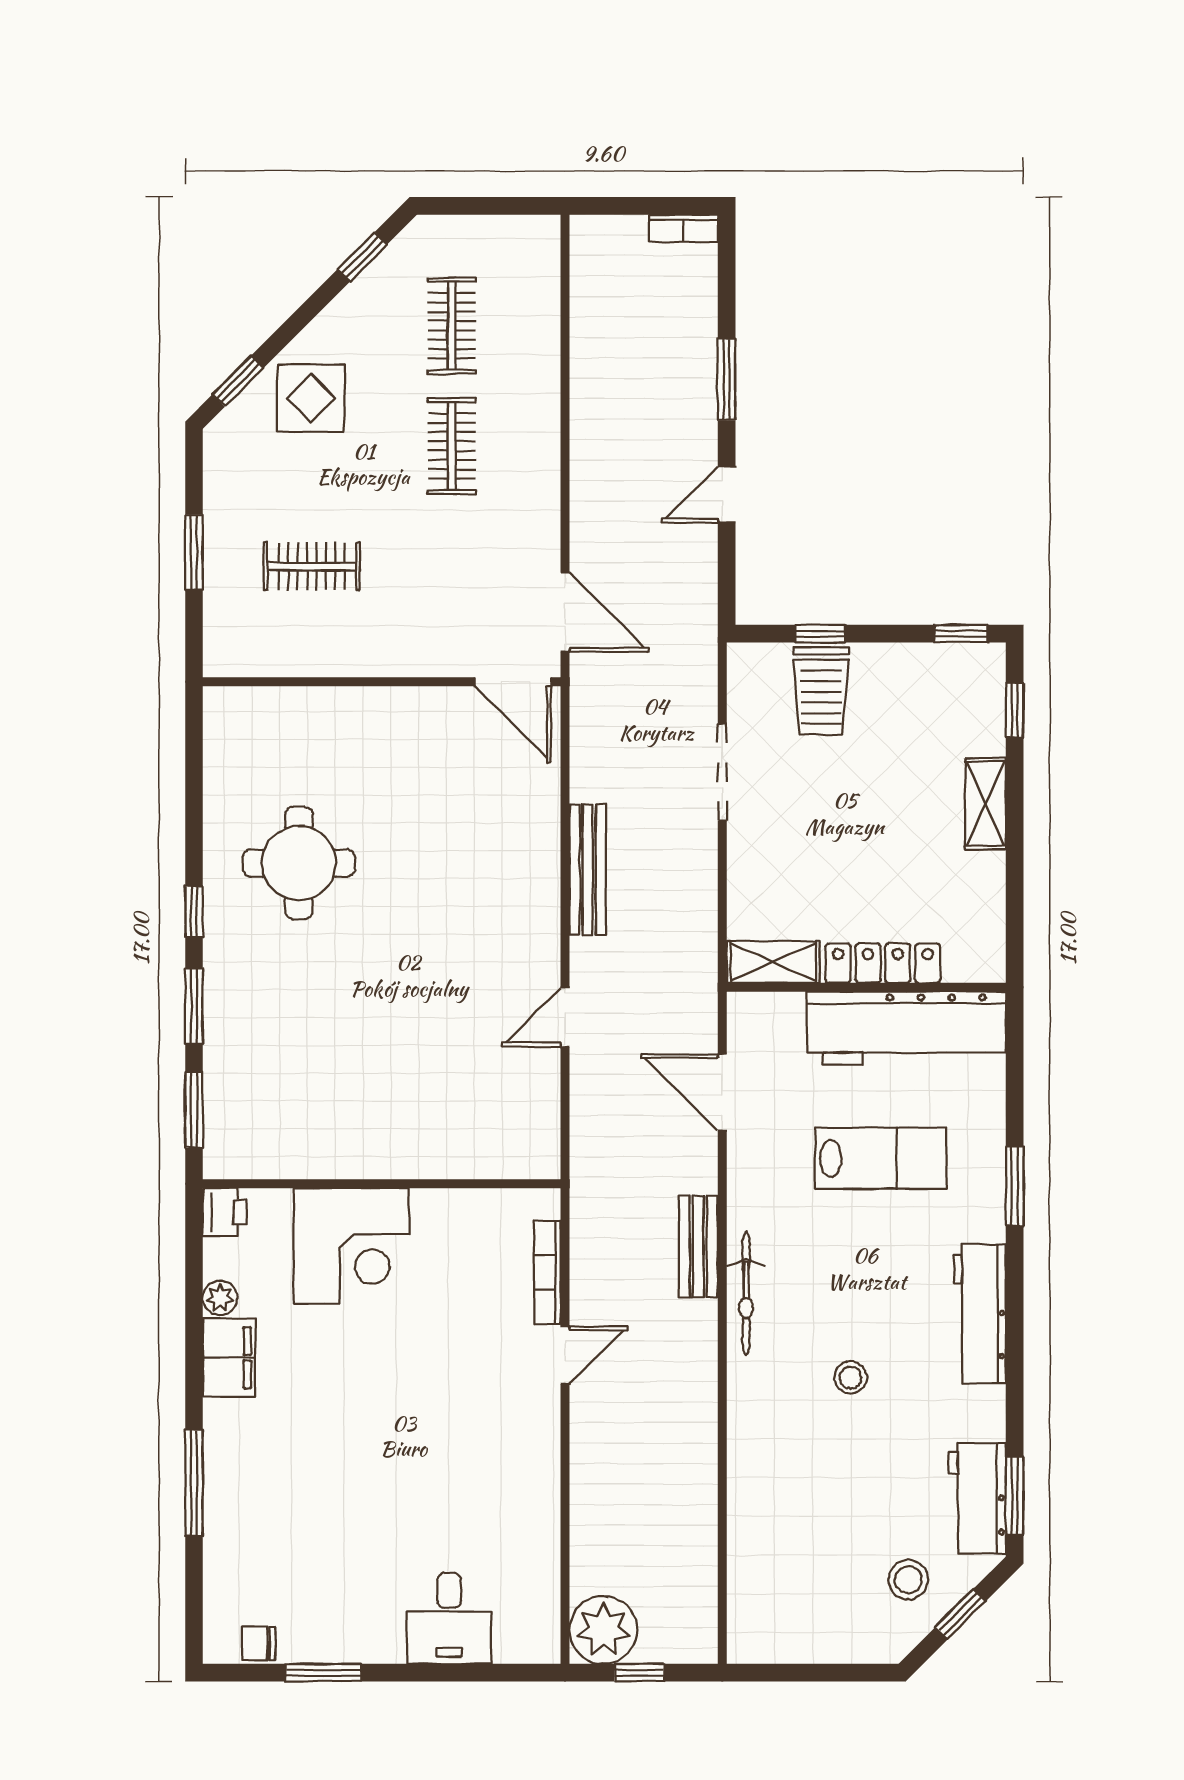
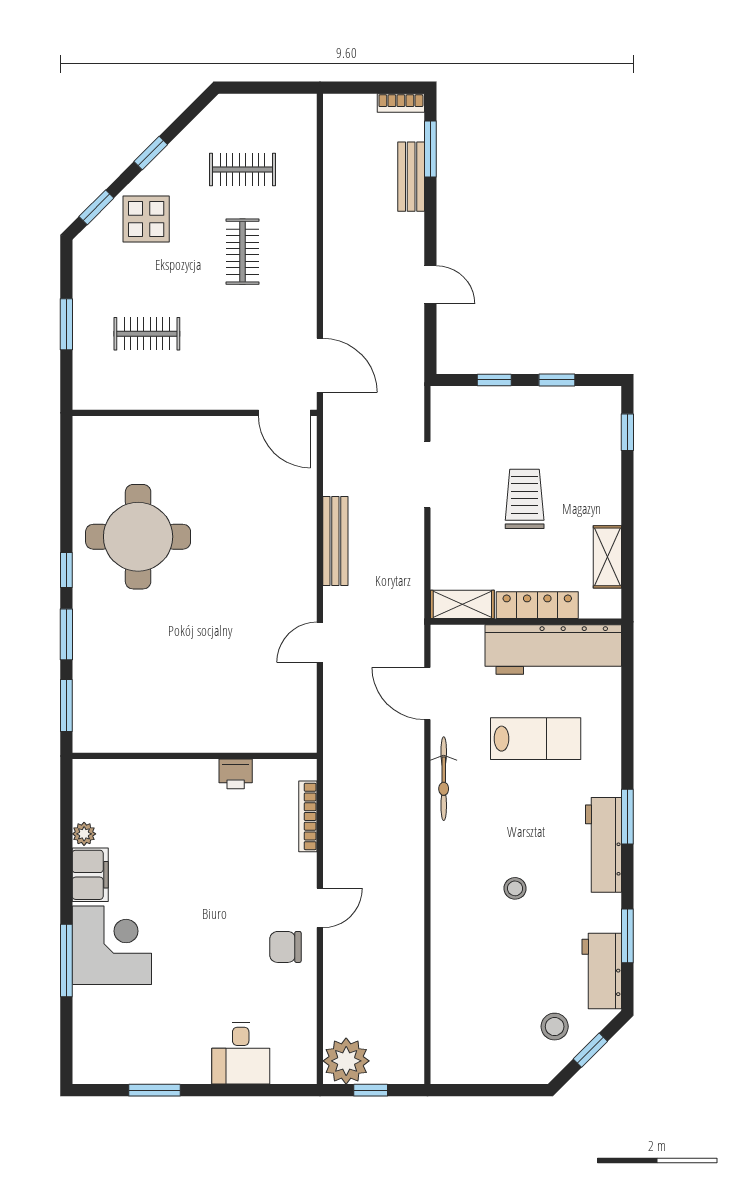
window: (362, 257) -> (151, 153), moved
clothes rail: (452, 326) -> (242, 169), turned 90
window: (727, 379) -> (430, 149), moved
door: (727, 494) -> (430, 285), swing flipped
window: (961, 634) -> (557, 380), moved
trolley: (821, 691) -> (525, 499), moved, turned 180
shelving: (985, 804) -> (607, 557), moved
round table: (299, 863) -> (138, 537), width x1.36, depth x1.36
window: (1015, 1186) -> (627, 817), moved
printer: (225, 1212) -> (236, 774), moved, turned 90
corner desk: (351, 1246) -> (112, 945), moved, turned -90
bench: (698, 1247) -> (411, 177), moved
bicycle: (746, 1293) -> (444, 779), moved
door: (565, 1355) -> (320, 908), moved
window: (1015, 1496) -> (627, 936), moved
chair: (259, 1643) -> (285, 947), moved, width x1.37, depth x1.37

